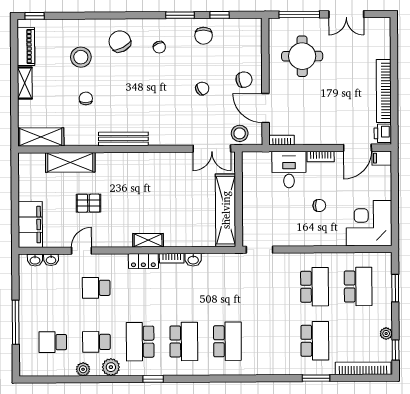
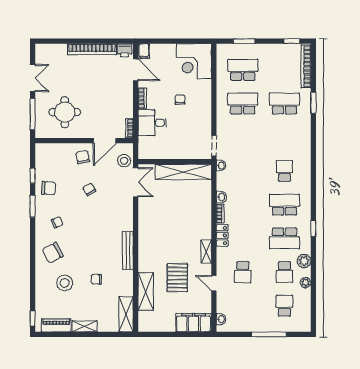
pallet: (88, 203) -> (177, 278), width x1.50, depth x1.42
shelving: (148, 240) -> (206, 251), moved
washbasin: (51, 260) -> (221, 166), moved
plant: (386, 334) -> (279, 48), removed
school desk: (227, 341) -> (284, 171), width x0.54
school desk: (53, 342) -> (284, 306), turned 180

